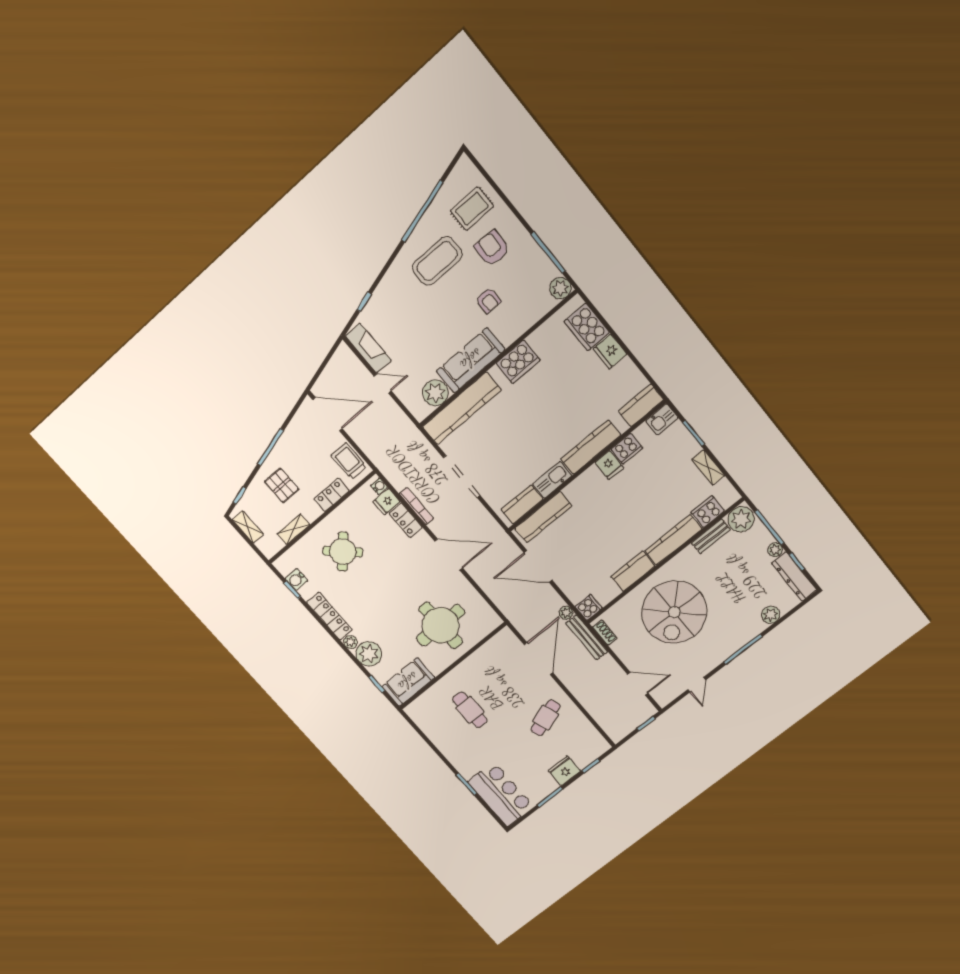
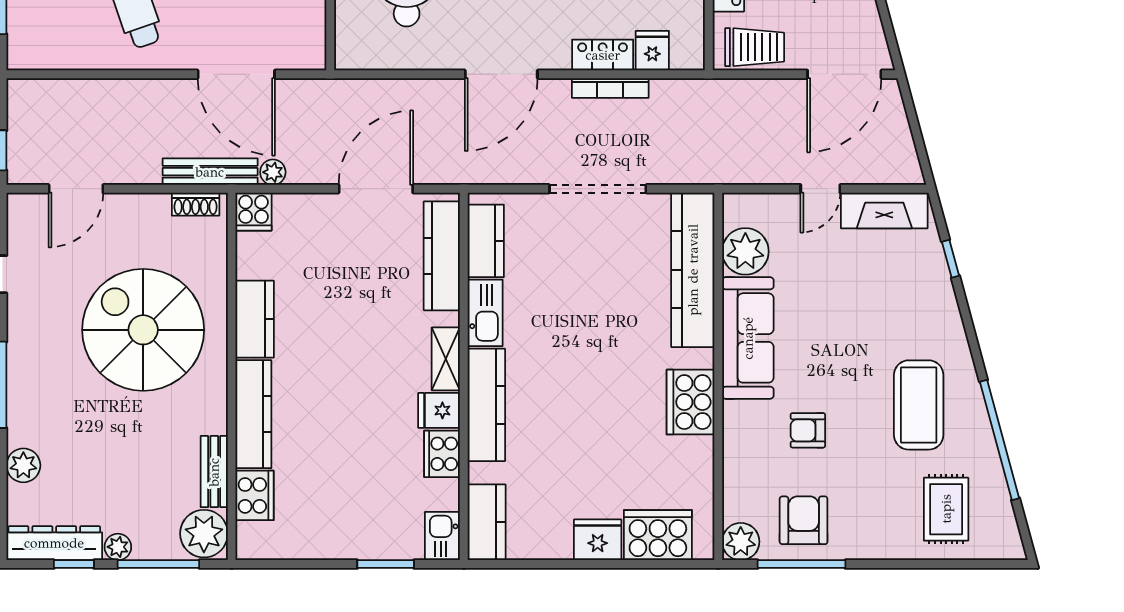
armchair: (492, 248) -> (804, 520), moved, turned -93
shelving: (708, 467) -> (446, 359), moved, turned 90
water cooler: (379, 486) -> (683, 59), removed

